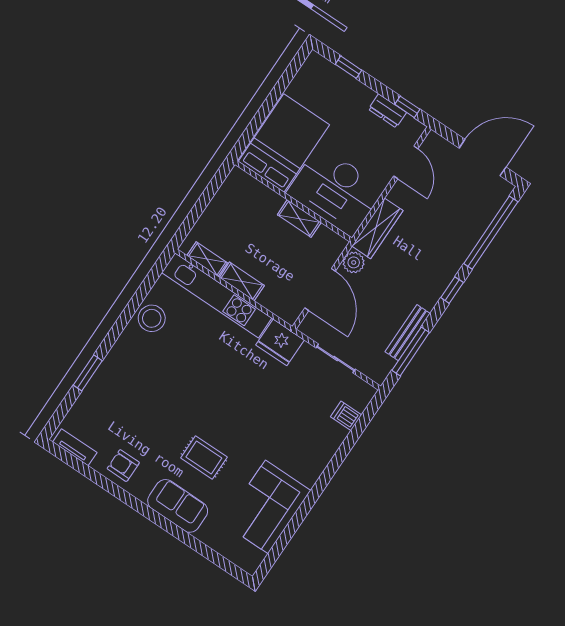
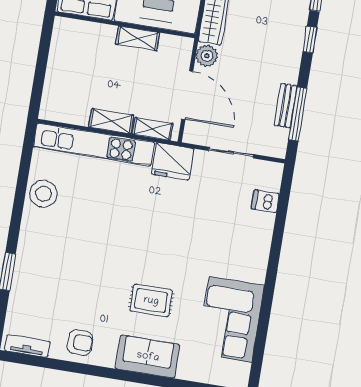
shelving: (207, 259) -> (153, 129), moved
bench: (408, 333) -> (286, 106), width x0.73
armchair: (123, 466) -> (80, 342), turned 180

